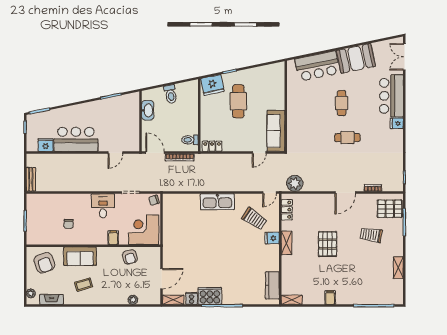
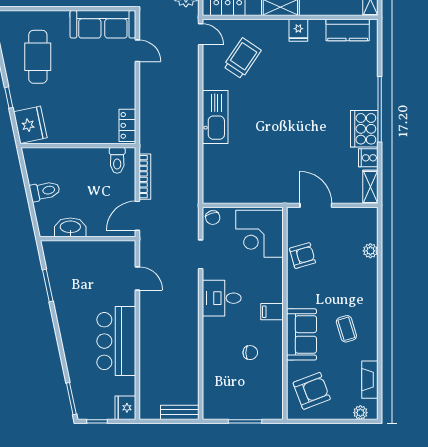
cafe table: (238, 101) -> (38, 57), moved, turned 90
fridge: (46, 145) -> (125, 408), moved
filing cabinet: (113, 238) -> (272, 312), moved
fridge: (272, 238) -> (298, 30), moved
door: (162, 279) -> (316, 205), moved

